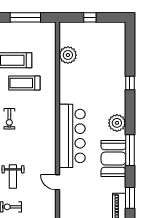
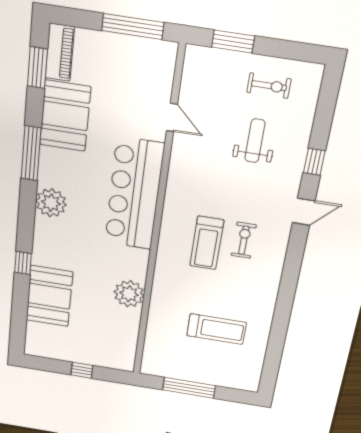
plant: (68, 55) -> (129, 294), moved
booth: (113, 64) -> (49, 296), added
treadmill: (24, 83) -> (207, 243), moved, turned 90
booth: (113, 159) -> (65, 116), moved

